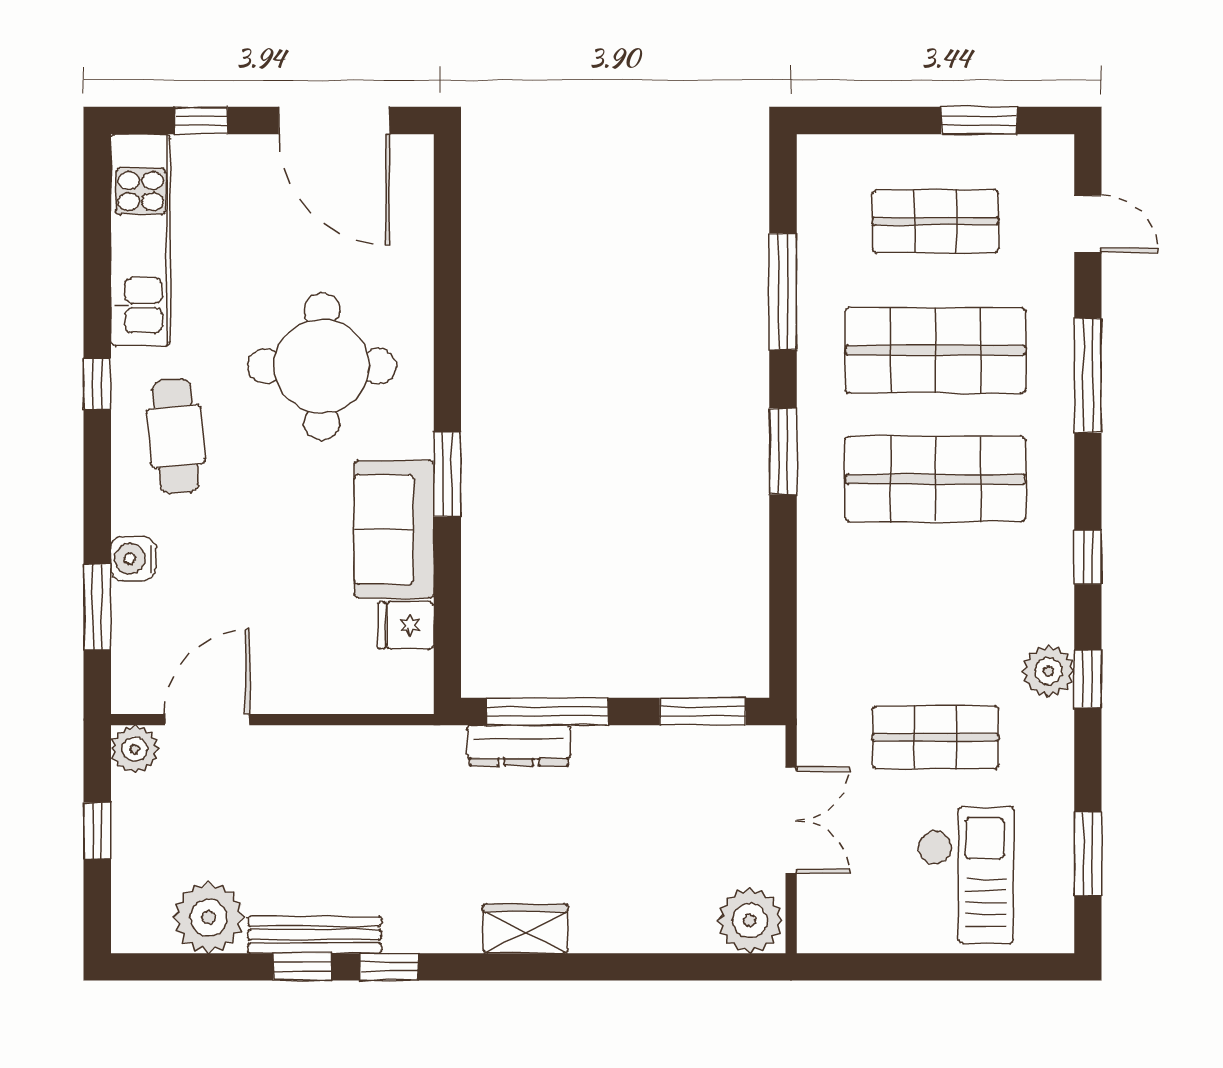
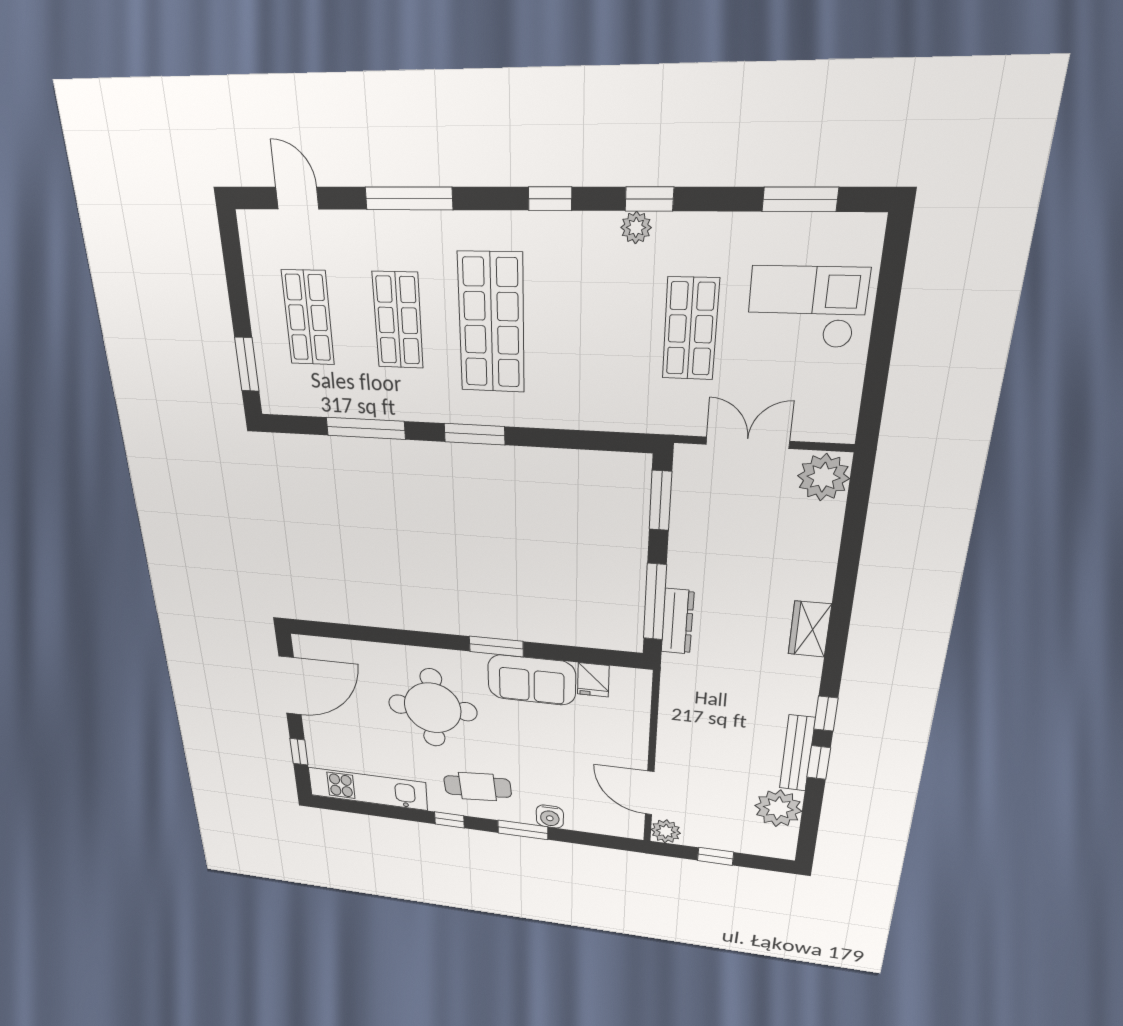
window: (979, 121) -> (247, 364), moved
door: (1088, 224) -> (297, 198), hinge flipped
shop shelf: (935, 350) -> (398, 320), width x0.70, depth x0.74
window: (97, 607) -> (523, 830), moved
plant: (1048, 671) -> (636, 228), width x0.73, depth x0.73

